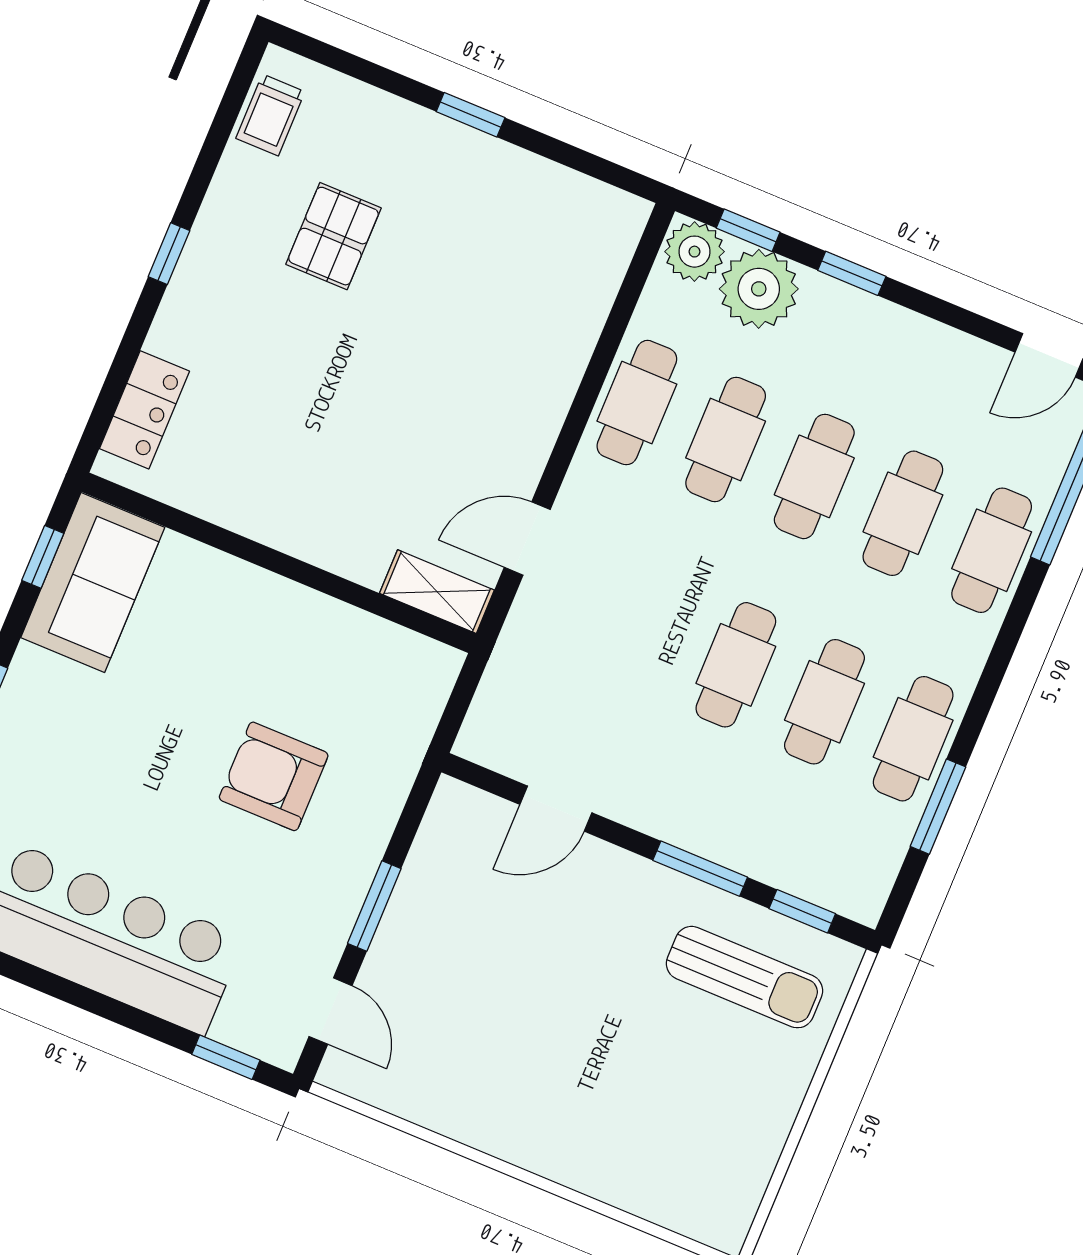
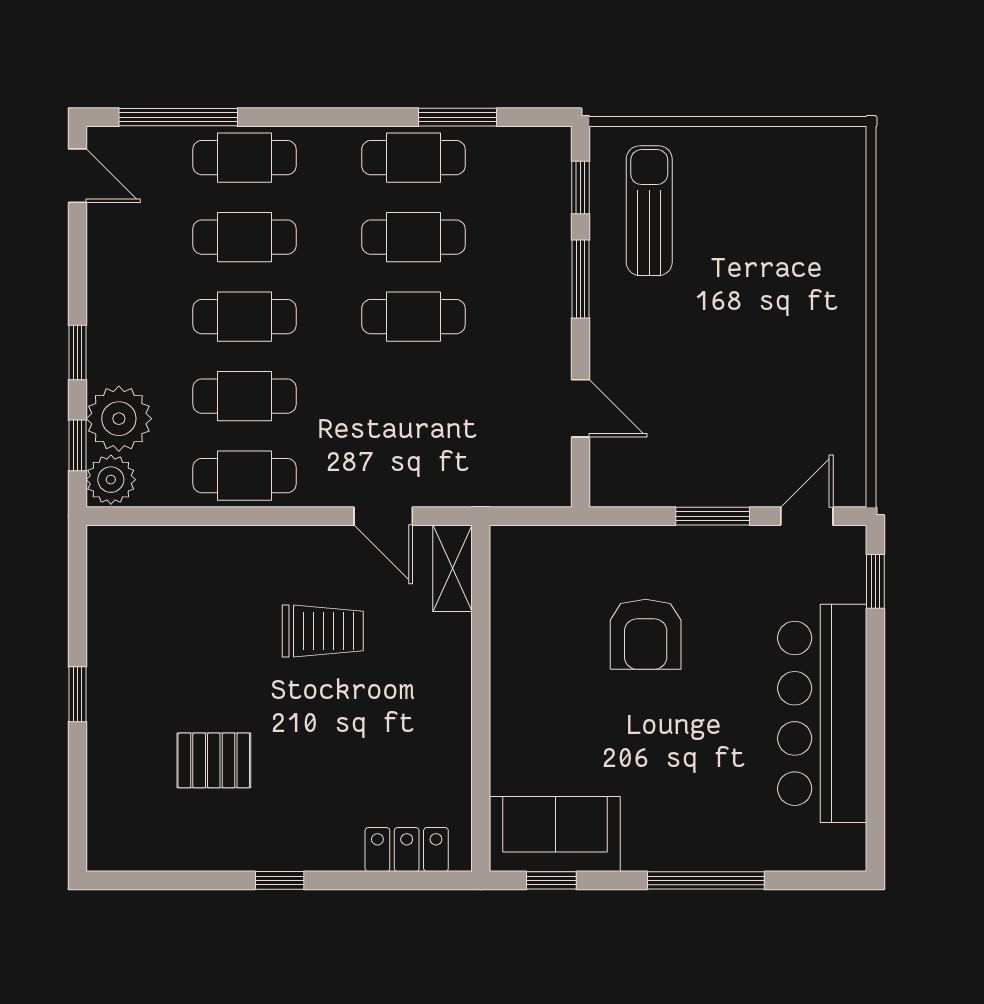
trolley: (270, 115) -> (323, 631), moved, width x1.36, depth x1.39

